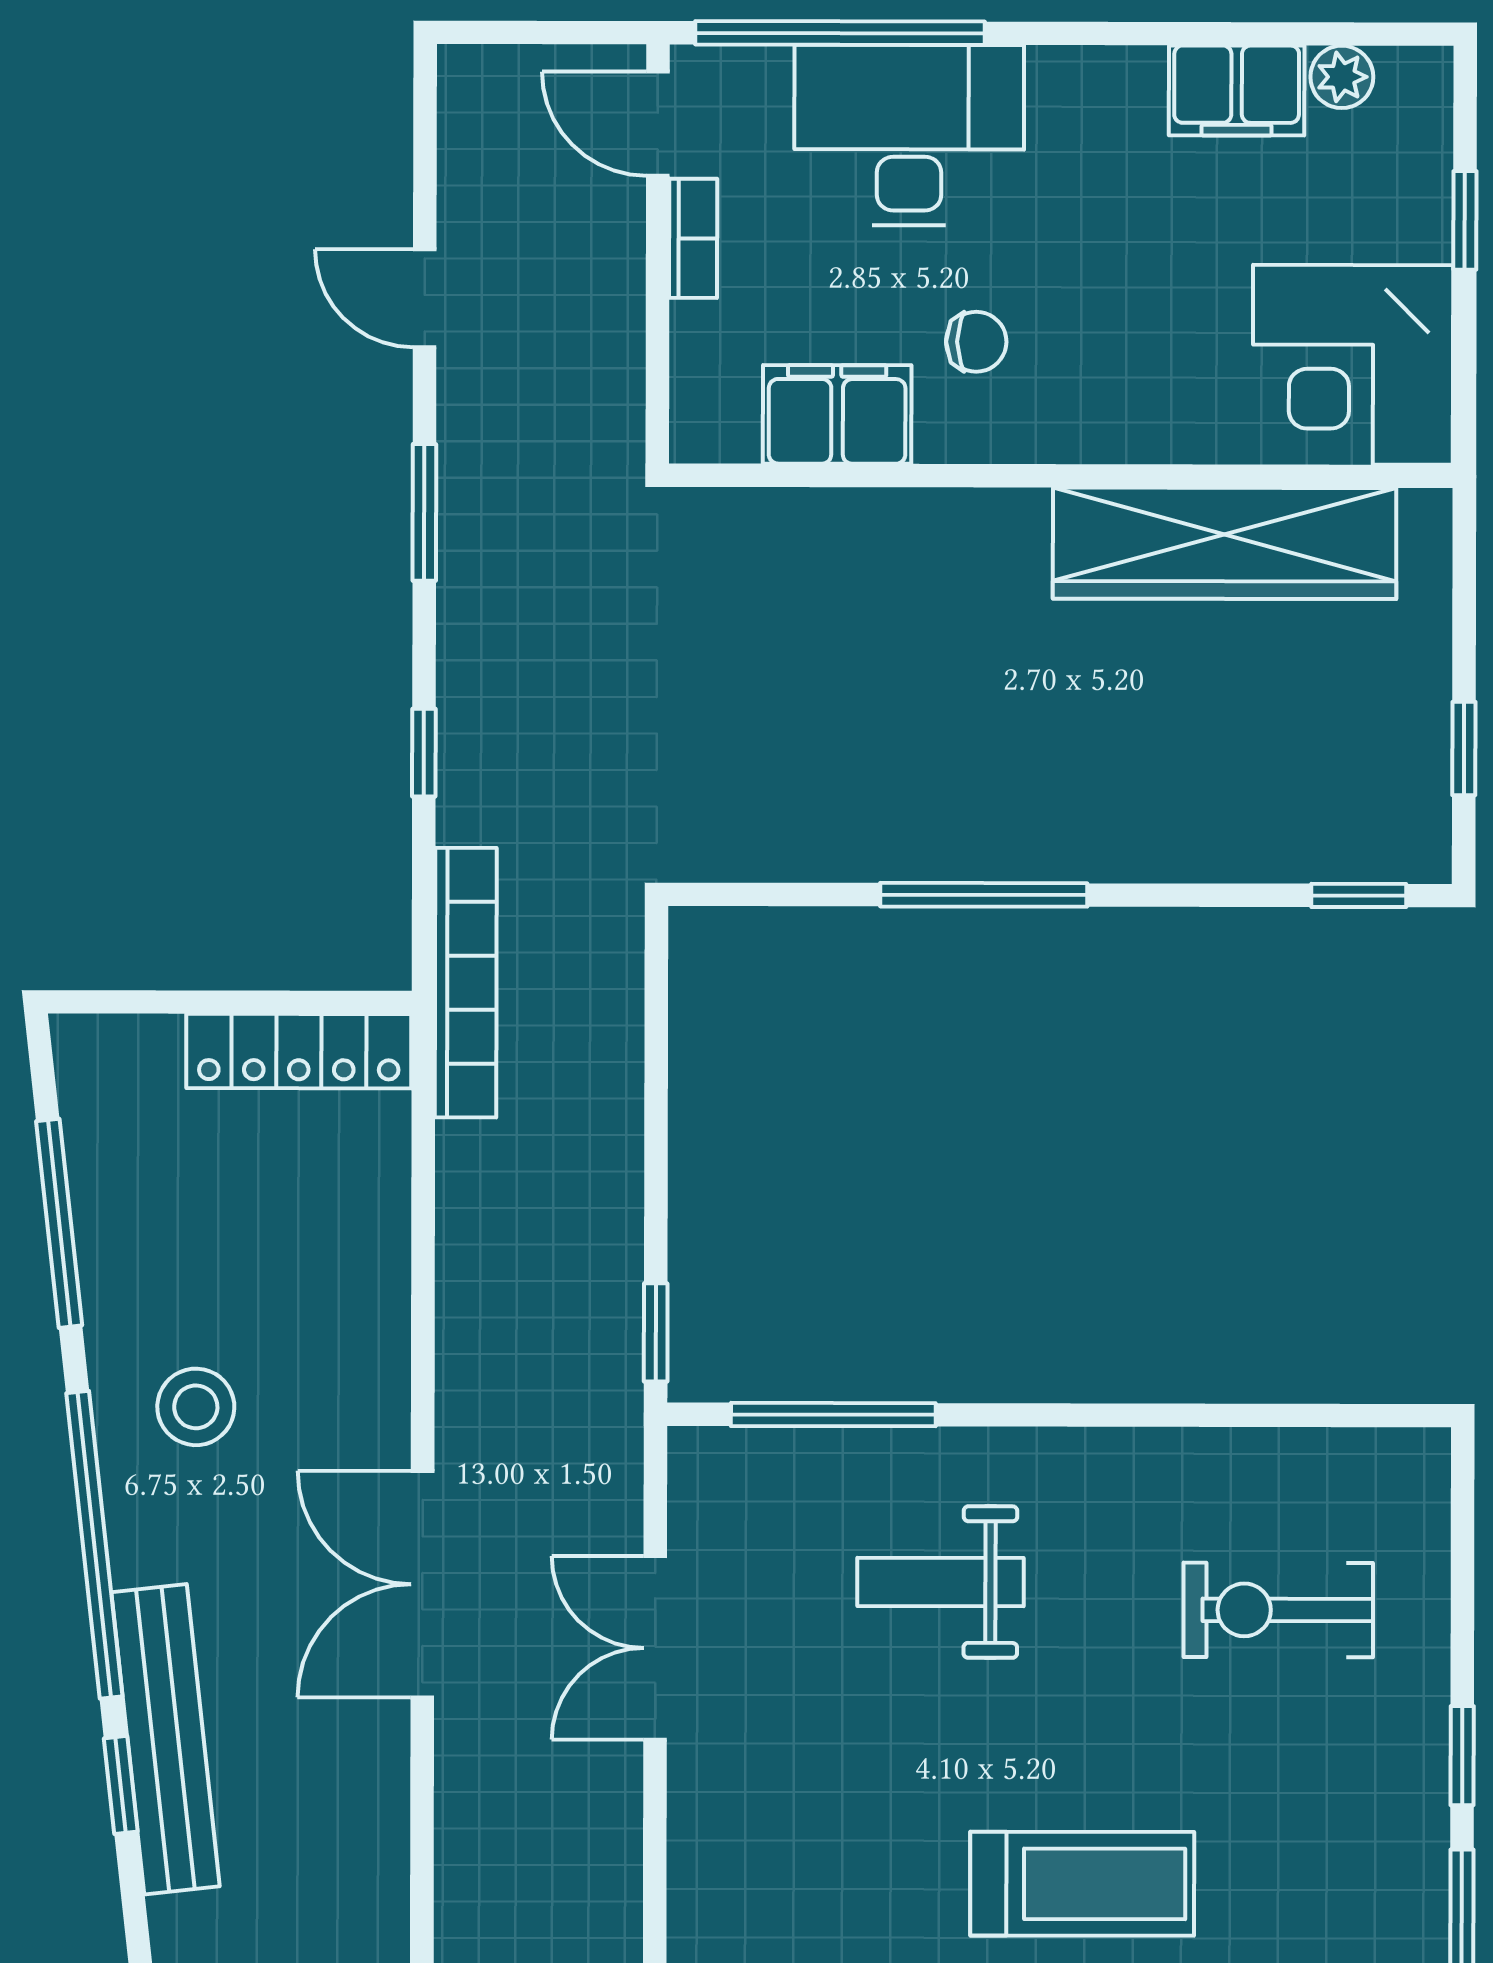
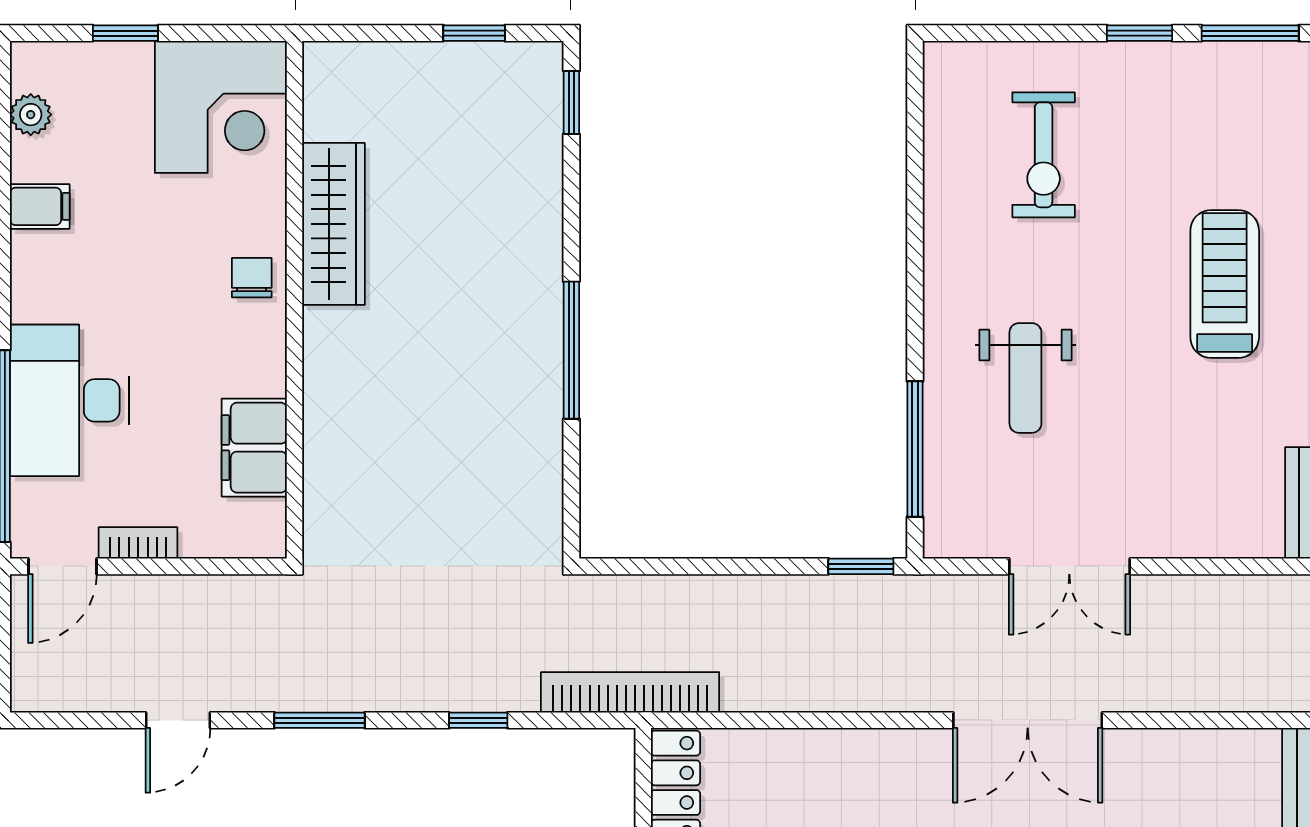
filing cabinet: (1237, 90) -> (40, 206), width x0.50
chair: (976, 342) -> (252, 278), moved
wardrobe: (1225, 543) -> (334, 224), width x0.71, depth x0.85

